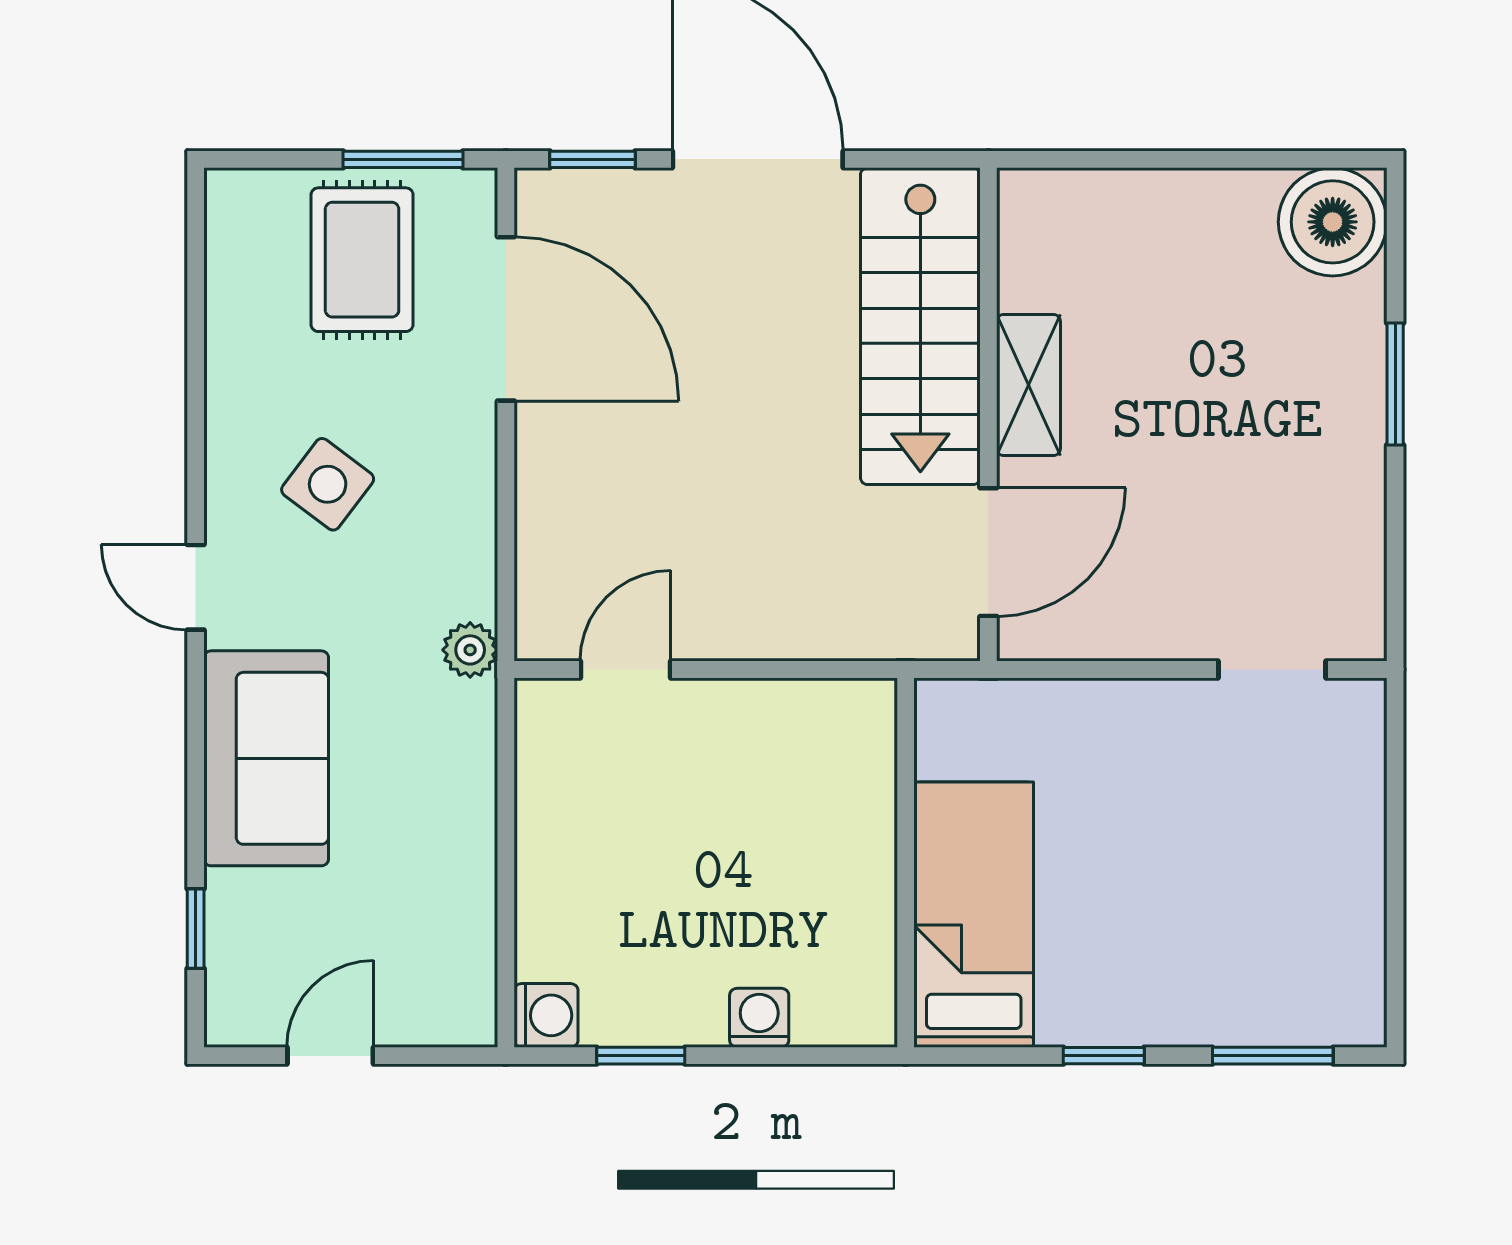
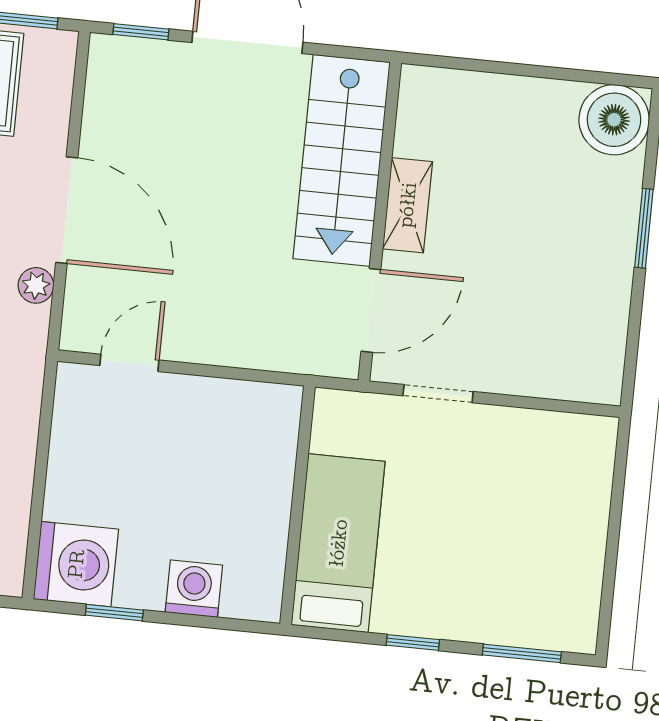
door: (506, 319) -> (67, 210), moved
plant: (470, 650) -> (36, 285), moved
doorway: (1272, 670) -> (438, 394), moved
washing machine: (546, 1015) -> (76, 564), width x1.89, depth x1.89
washing machine: (759, 1018) -> (194, 589), width x1.38, depth x1.38

